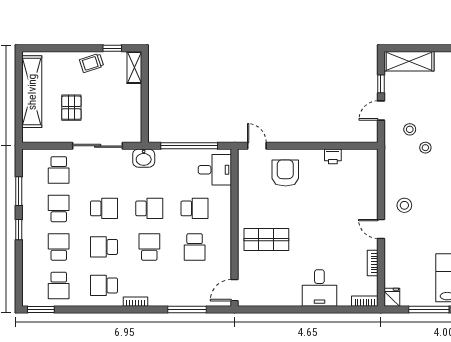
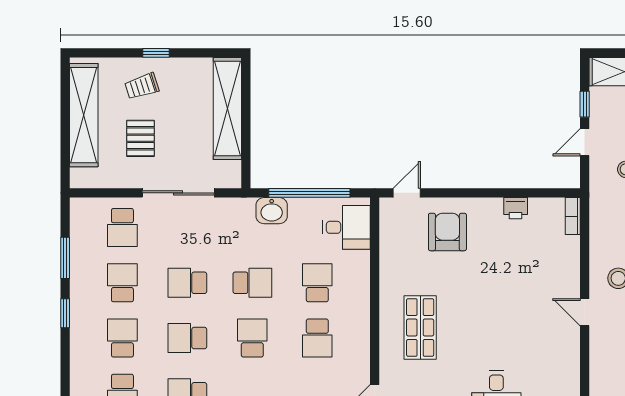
window: (112, 48) -> (156, 53), moved
trolley: (92, 63) -> (142, 86), moved
shelving: (134, 68) -> (227, 109), width x2.20, depth x1.33
door: (257, 146) -> (407, 193), hinge flipped
washbasin: (144, 158) -> (272, 211), moved
school desk: (104, 208) -> (187, 283), turned 180
school desk: (195, 208) -> (317, 283), turned -90
shop shelf: (266, 240) -> (420, 328), turned 90
bookcase: (373, 263) -> (573, 216), moved

